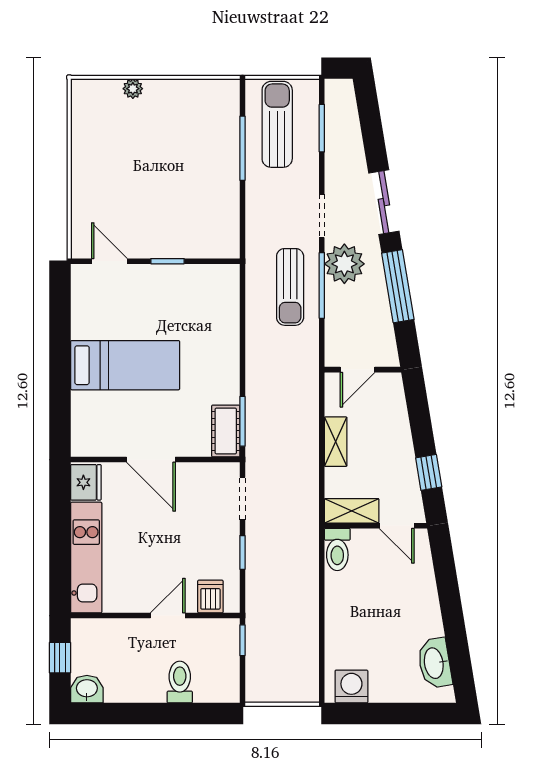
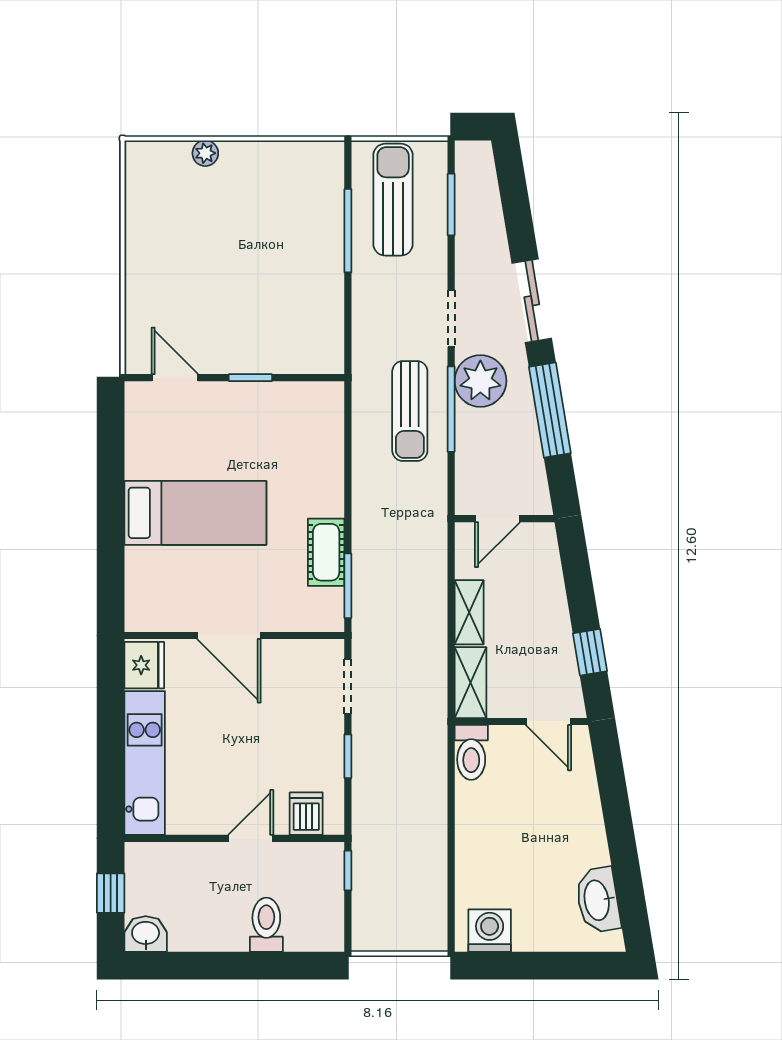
cot: (226, 431) -> (326, 552), moved
shelving: (352, 511) -> (470, 683), moved, turned 90

